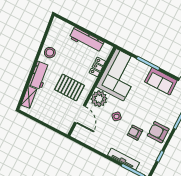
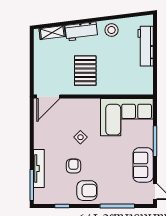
workbench: (86, 40) -> (146, 46), moved
locker: (97, 67) -> (123, 89), removed
plant: (99, 99) -> (90, 108), removed
door: (80, 114) -> (48, 97), moved
armchair: (158, 132) -> (87, 191), turned 90

